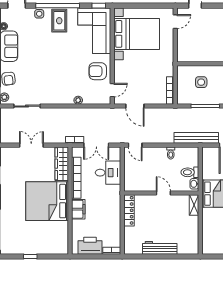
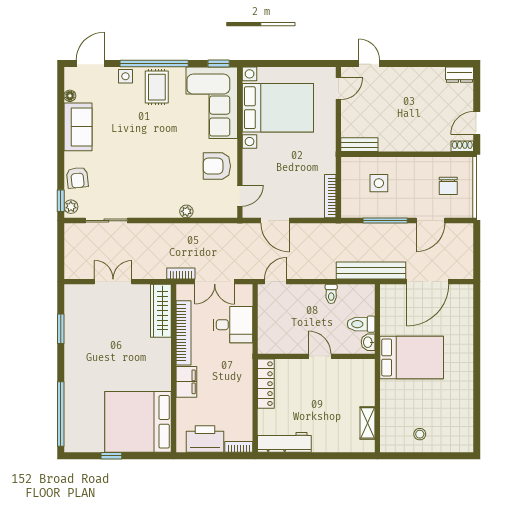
bench: (189, 58) -> (359, 145), added
door: (135, 145) -> (275, 282), swing flipped
bed: (47, 201) -> (138, 422), moved
shelving: (194, 205) -> (368, 423), moved
workbench: (160, 248) -> (284, 442), moved

